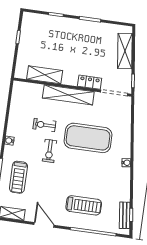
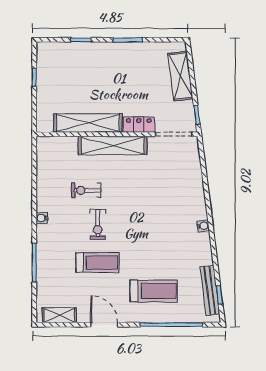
shelving: (45, 75) -> (88, 123), width x1.47
exercise mat: (88, 138) -> (147, 200), removed
treadmill: (18, 177) -> (98, 263), moved, turned -90
bench: (125, 215) -> (210, 290), width x1.36

